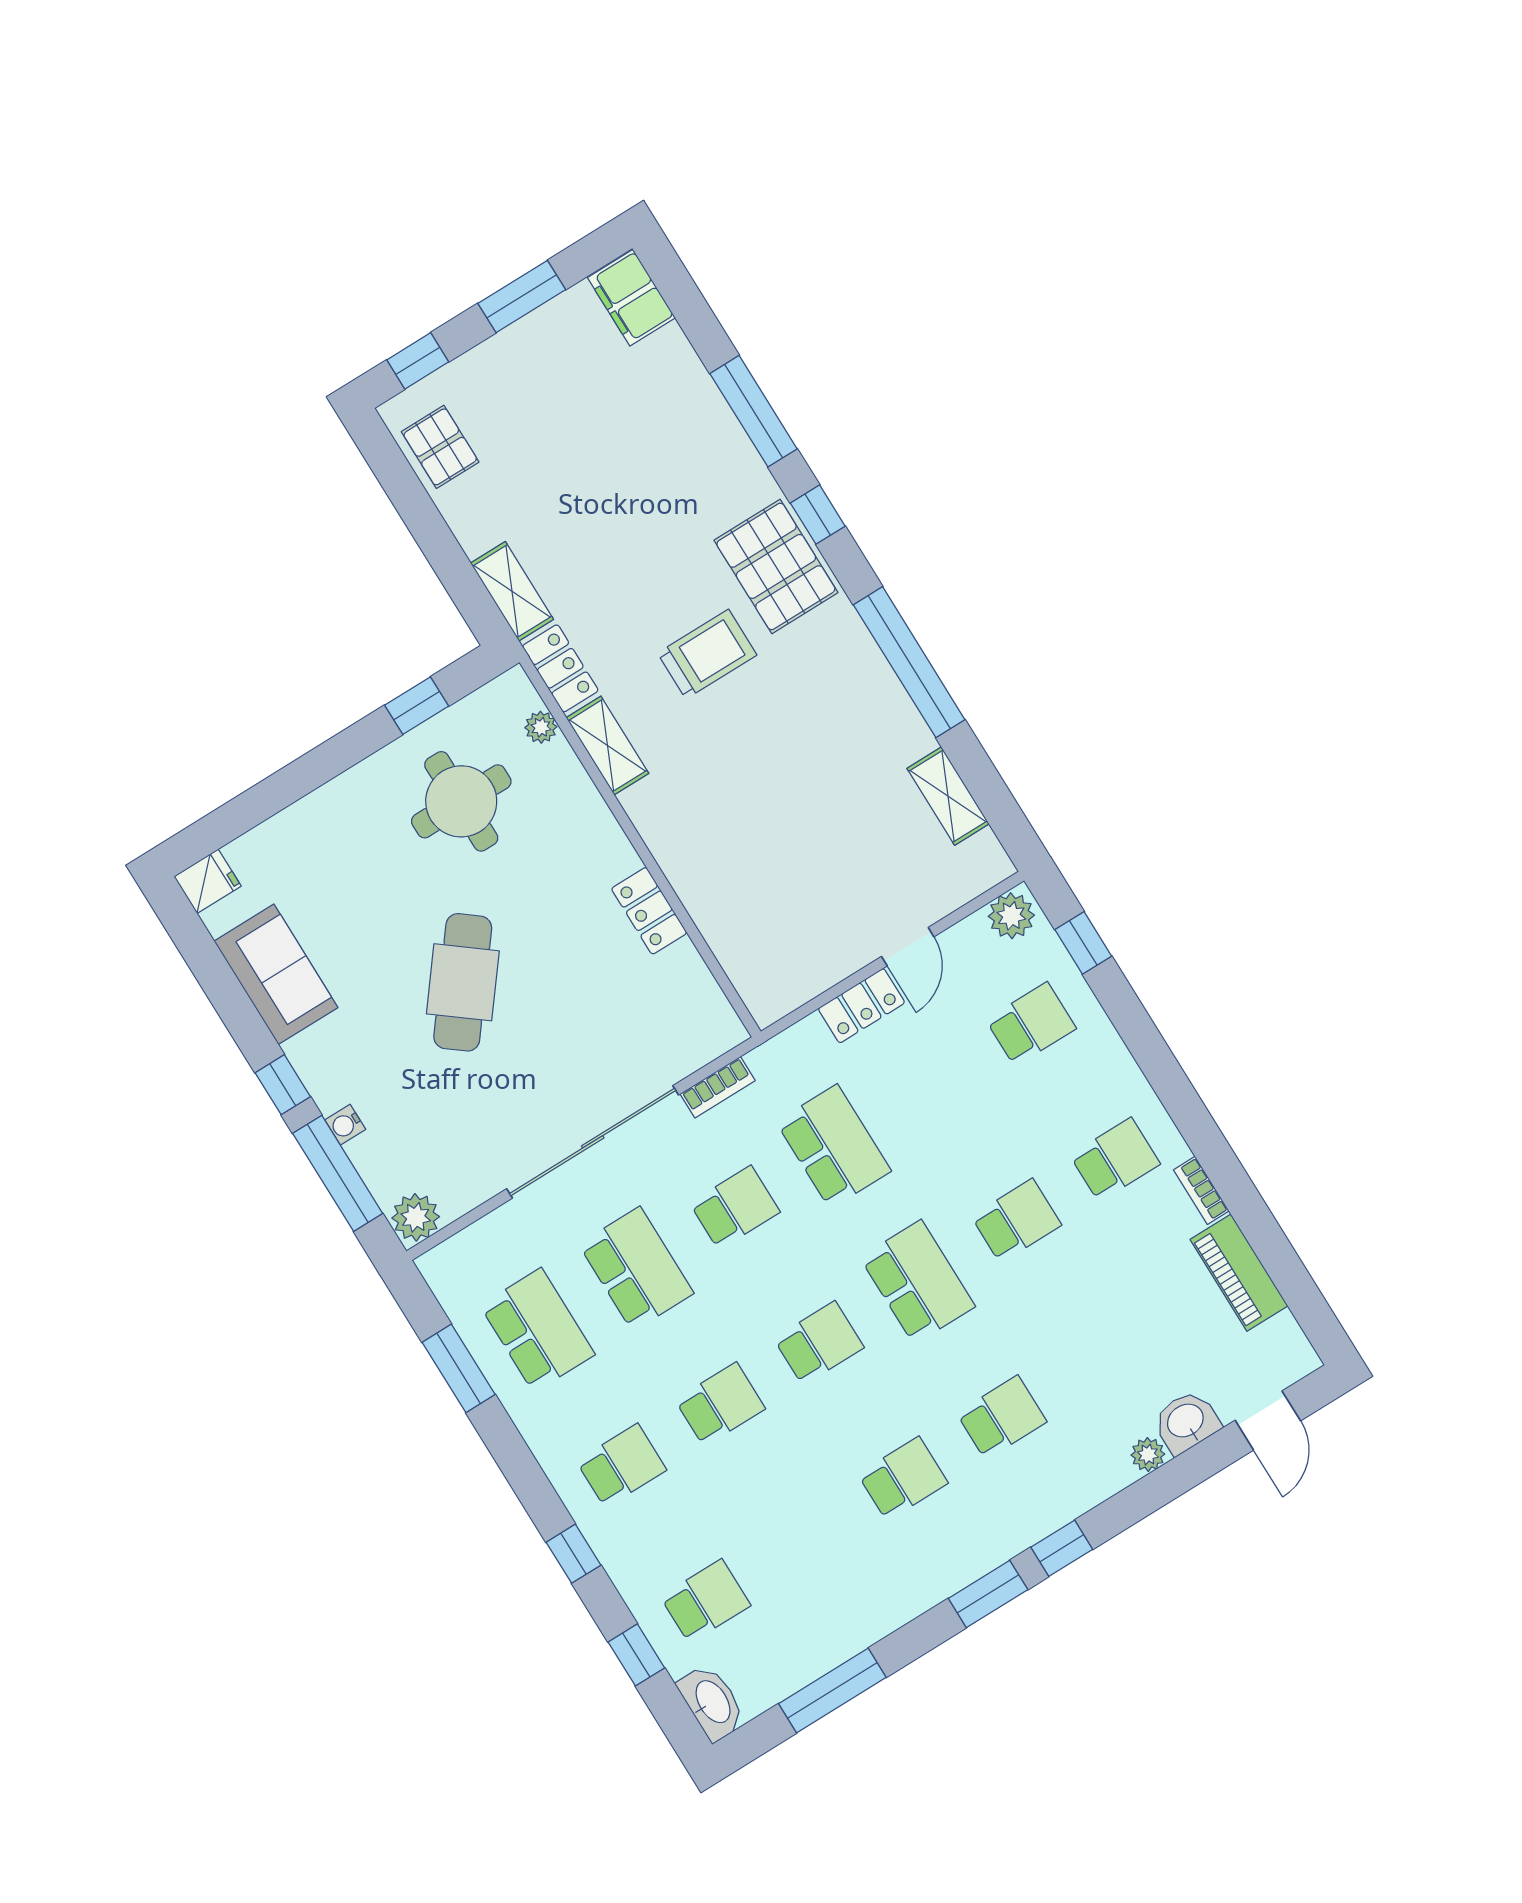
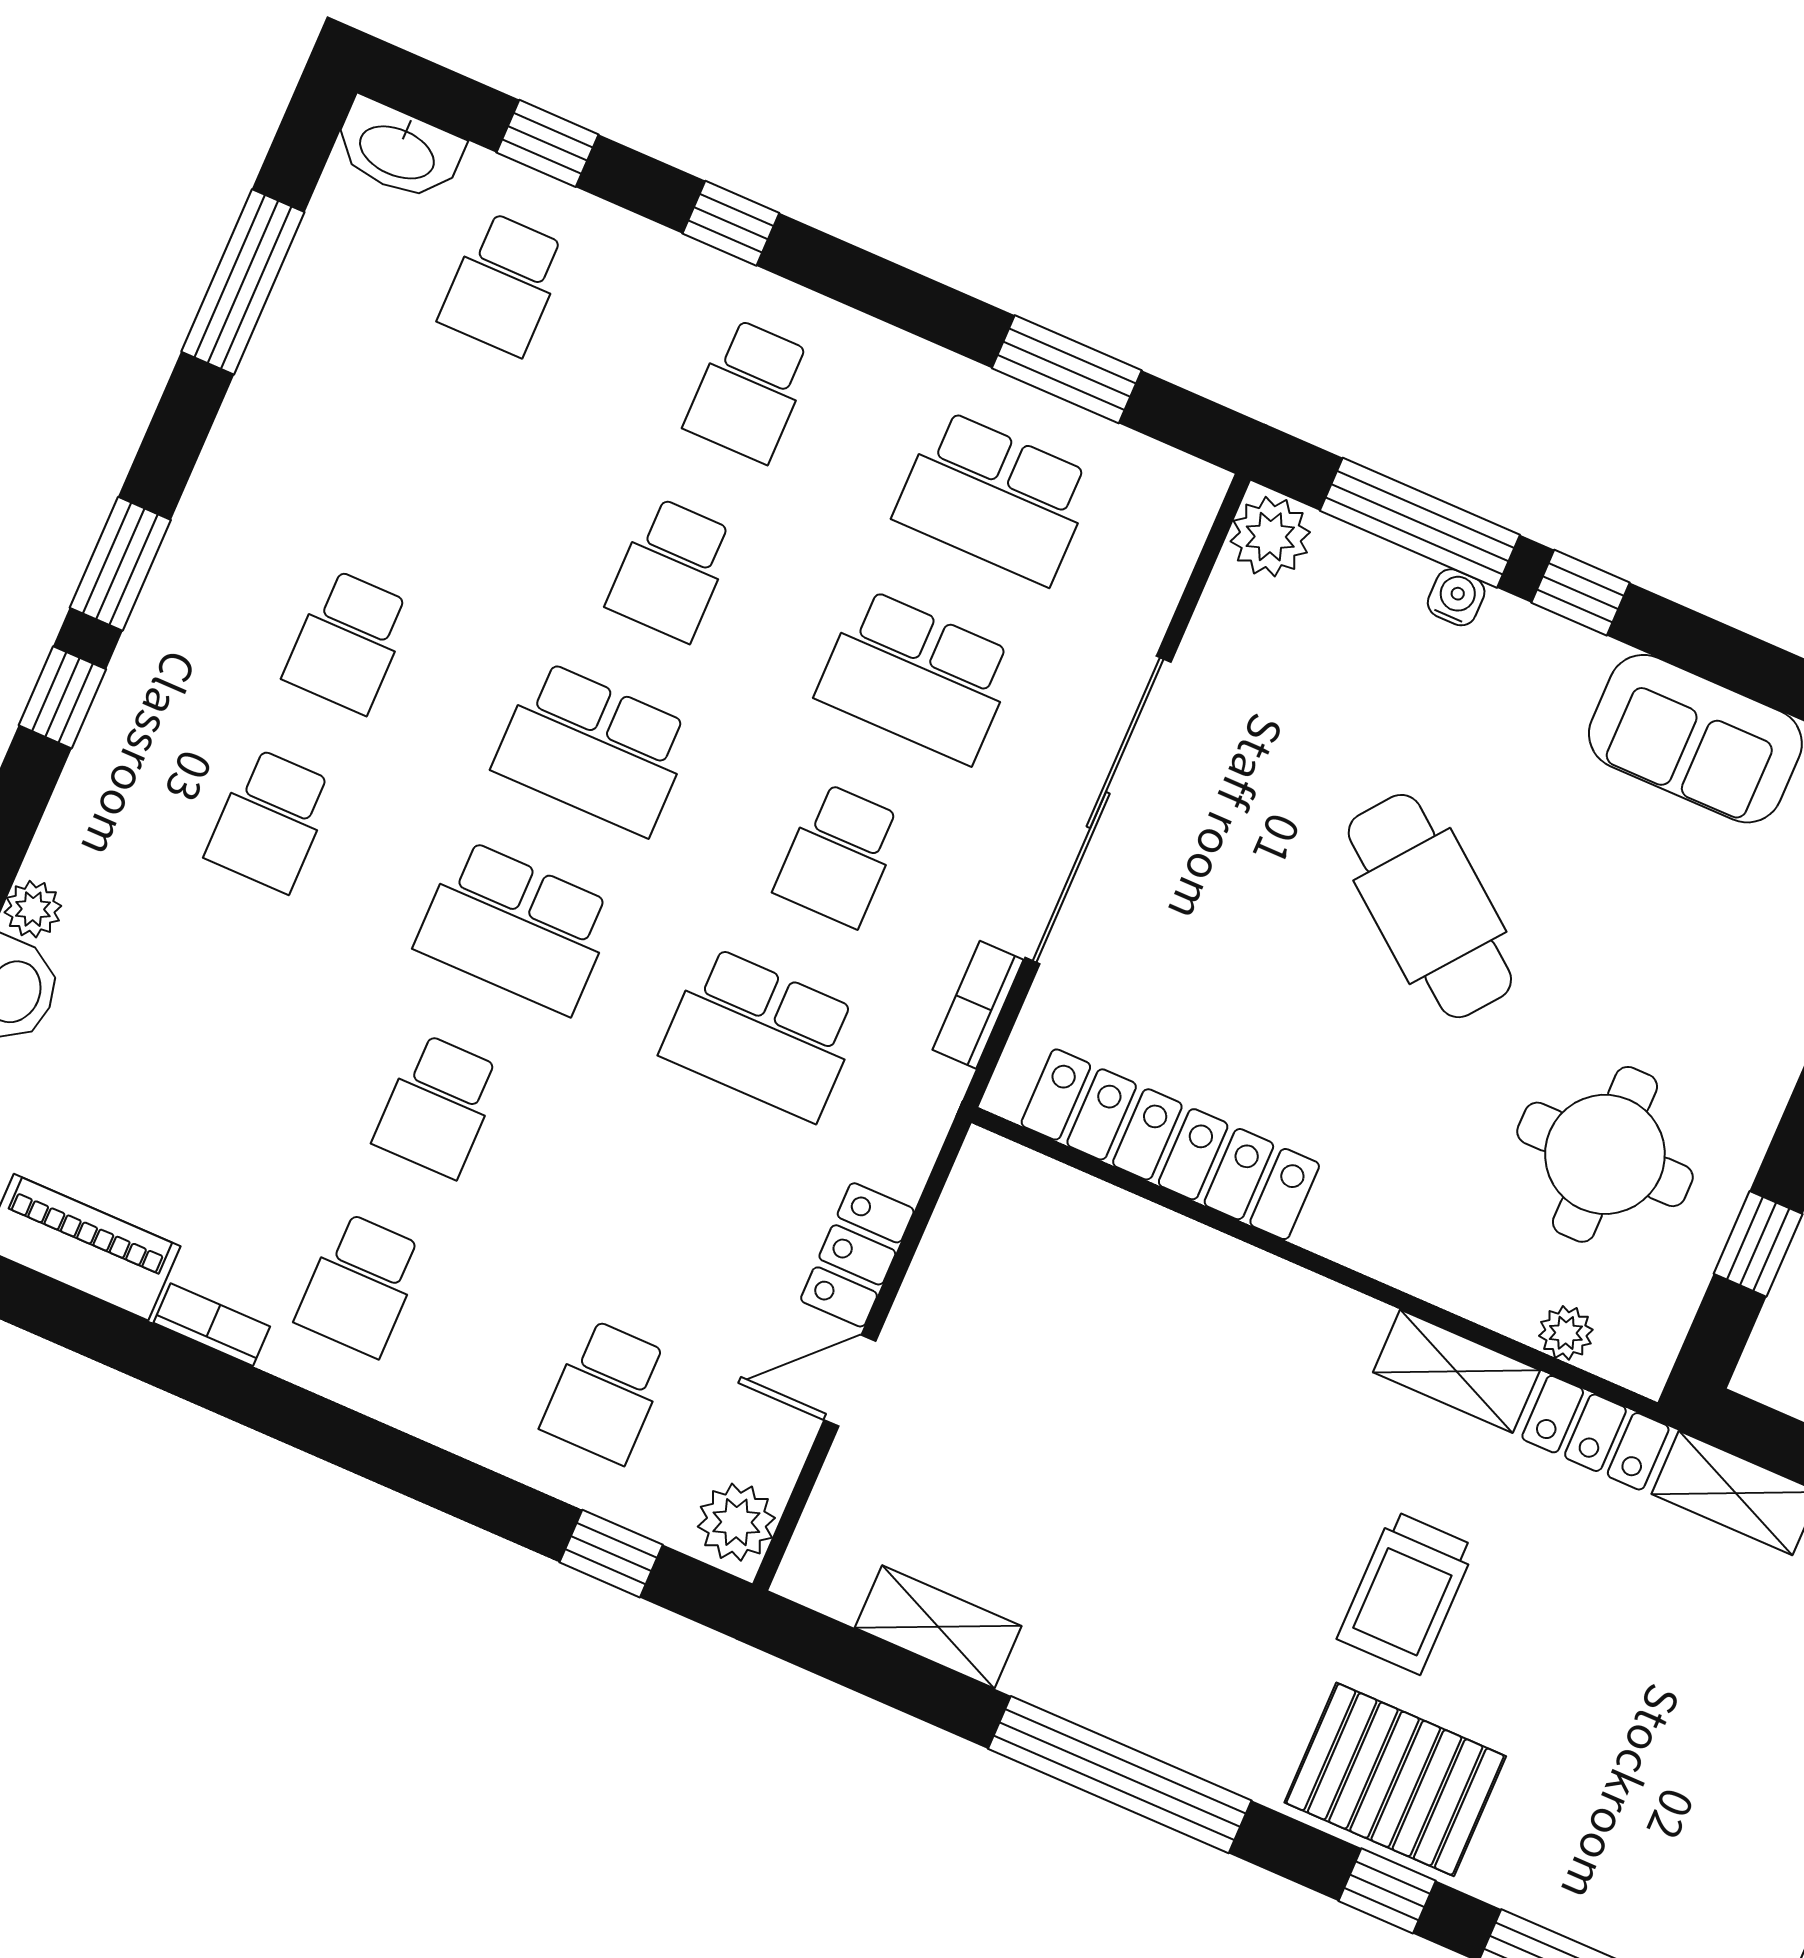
locker: (649, 911) -> (1170, 1144), width x2.16, depth x1.21
door: (908, 947) -> (850, 1381), hinge flipped
school desk: (819, 1343) -> (594, 748), width x1.85

